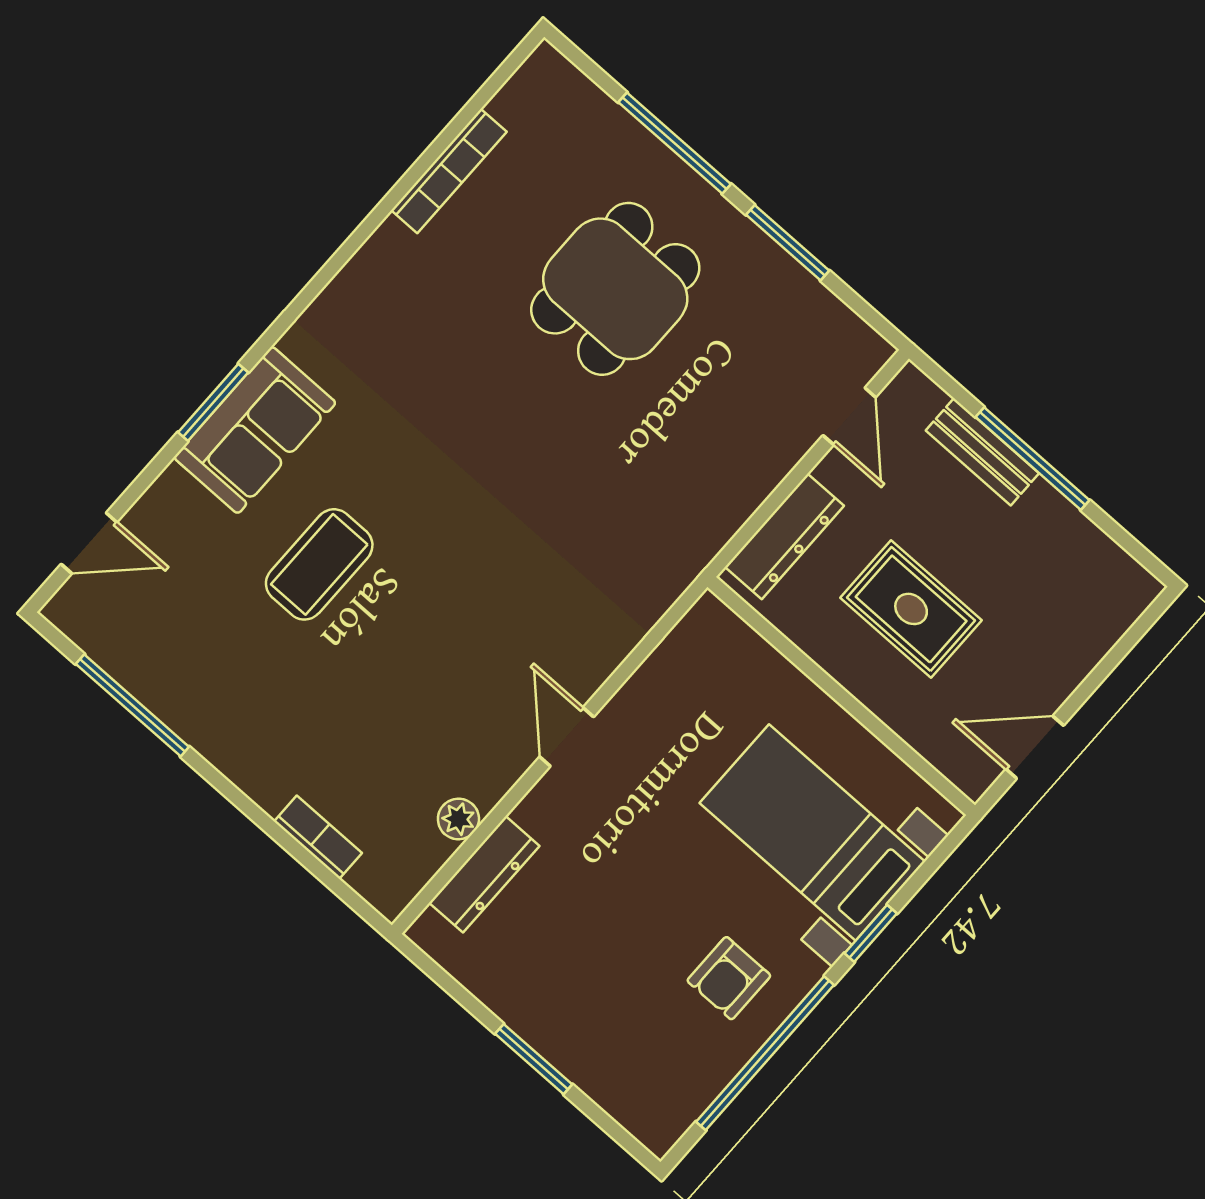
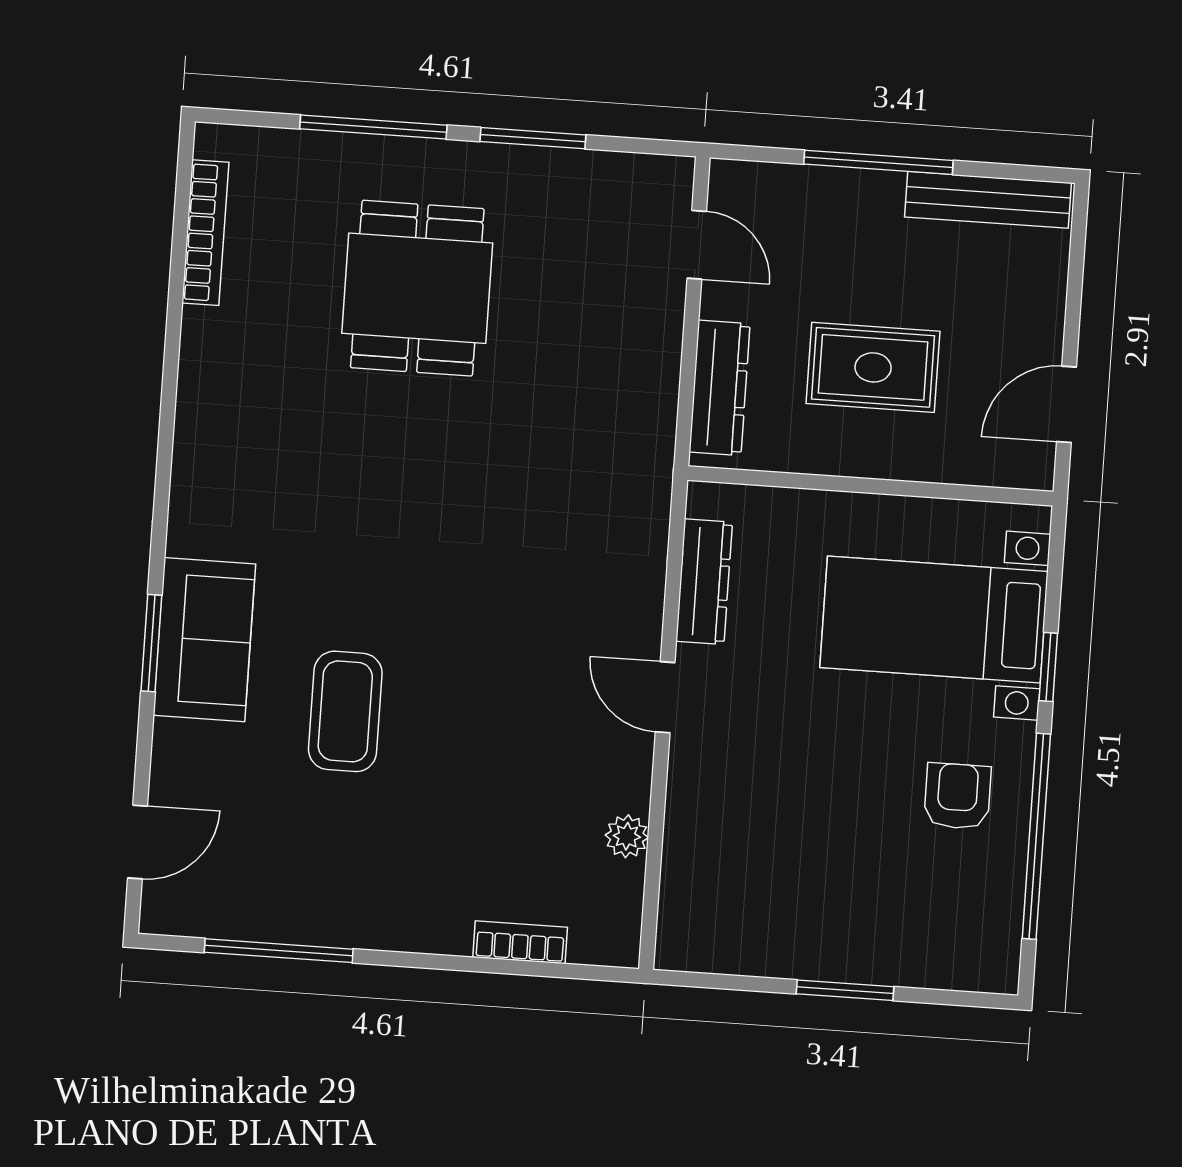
bookcase: (449, 171) -> (205, 233), moved
bench: (982, 452) -> (988, 200), moved, width x1.36
dresser: (484, 874) -> (704, 582), moved
armchair: (729, 978) -> (957, 796), turned 180

